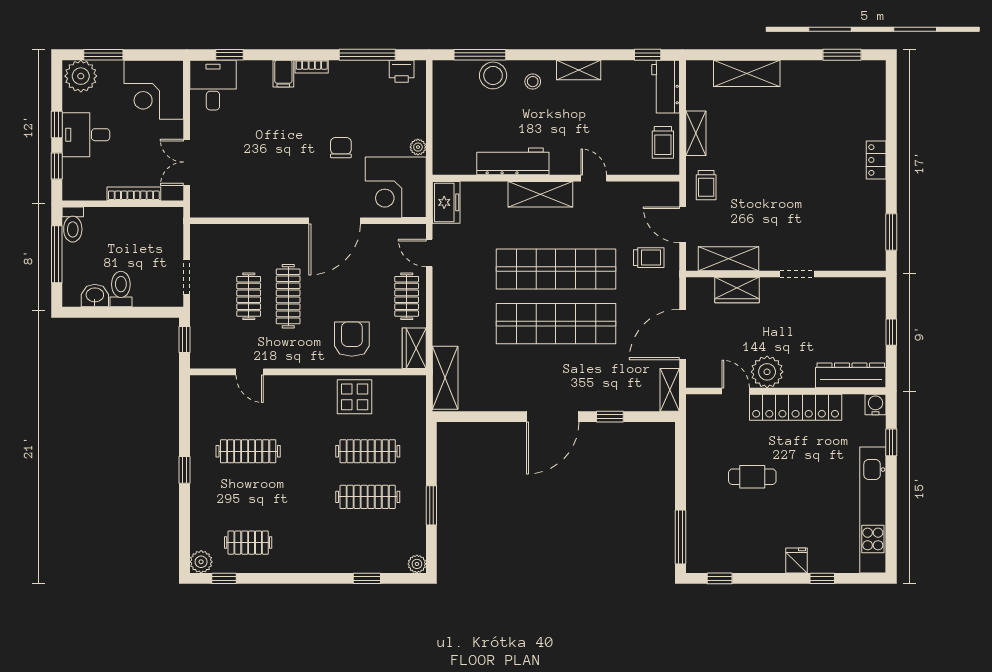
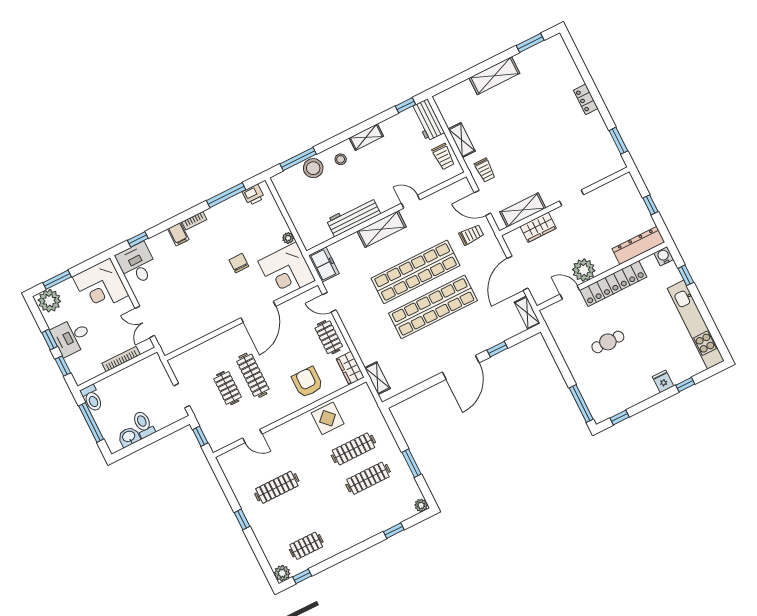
shelving: (747, 73) -> (494, 76), moved
shelving: (445, 378) -> (377, 378), width x0.67, depth x0.75

